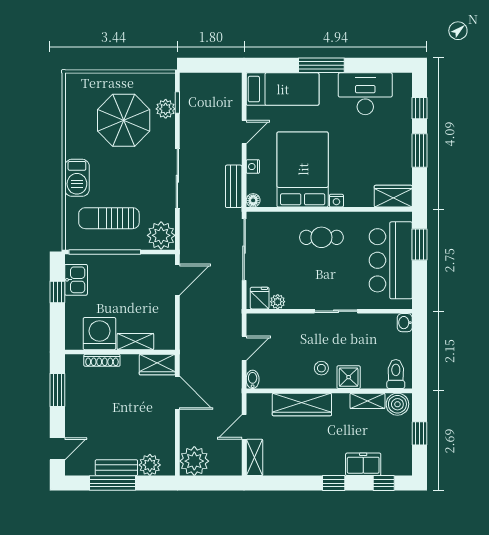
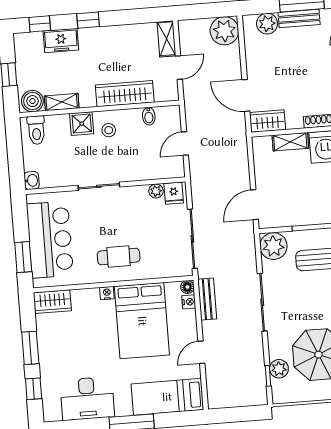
nightstand: (253, 167) -> (189, 302), moved
bidet: (253, 379) -> (149, 116), moved

